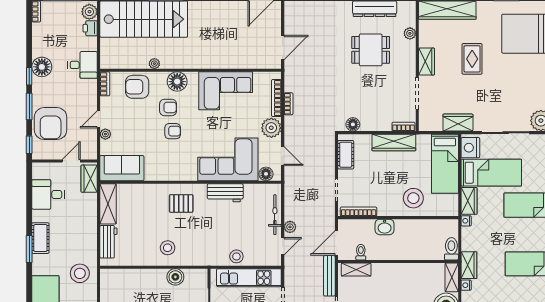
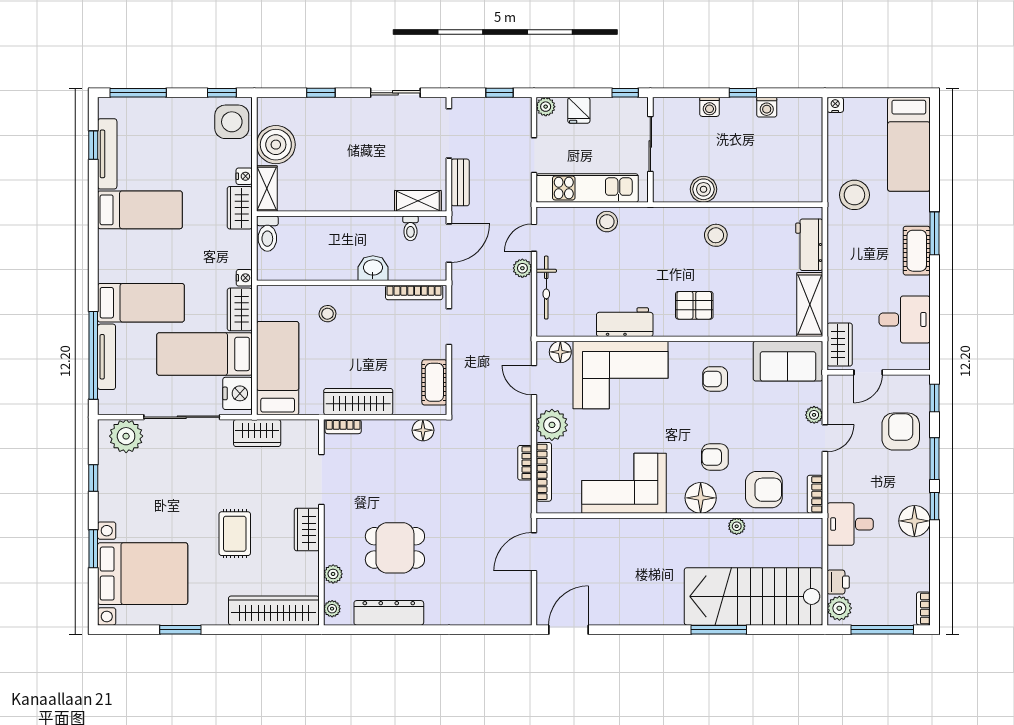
plant: (410, 11) -> (332, 609), added
armchair: (51, 124) -> (901, 432), width x0.73, depth x0.73
armchair: (173, 131) -> (715, 379), moved
stool: (413, 198) -> (328, 314), width x0.53, depth x0.53
bench: (329, 276) -> (460, 182), width x0.73

